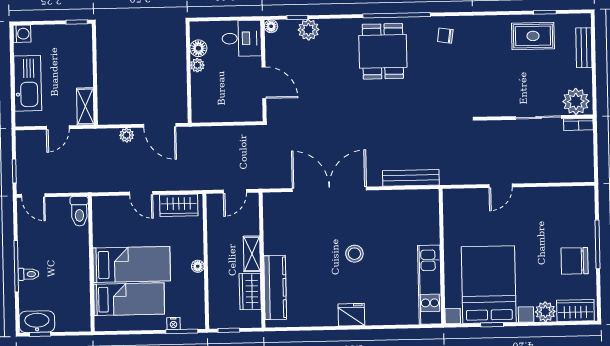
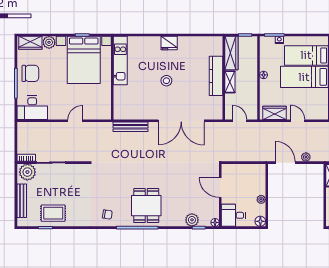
floor lamp: (198, 48) -> (260, 221), moved
bench: (584, 48) -> (22, 201), width x1.36
door: (235, 191) -> (240, 121), hinge flipped
desk: (570, 205) -> (32, 108), added
kitchen counter: (275, 287) -> (216, 76), moved
wardrobe: (250, 292) -> (231, 53), width x1.50

